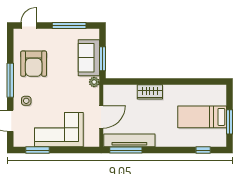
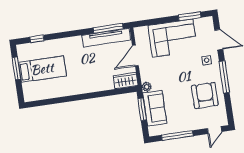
wardrobe: (150, 92) -> (126, 81), moved

